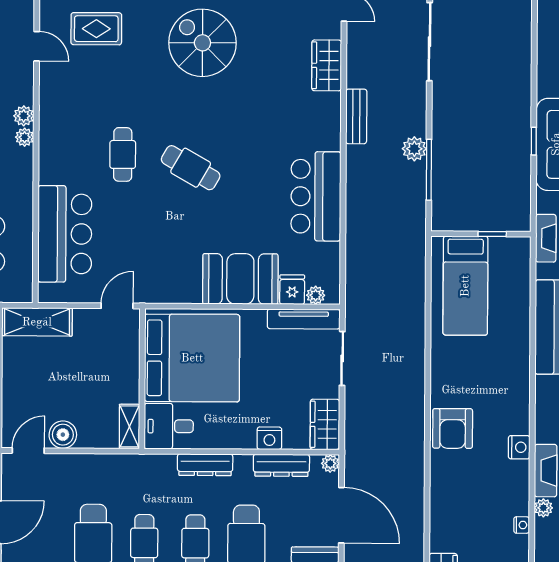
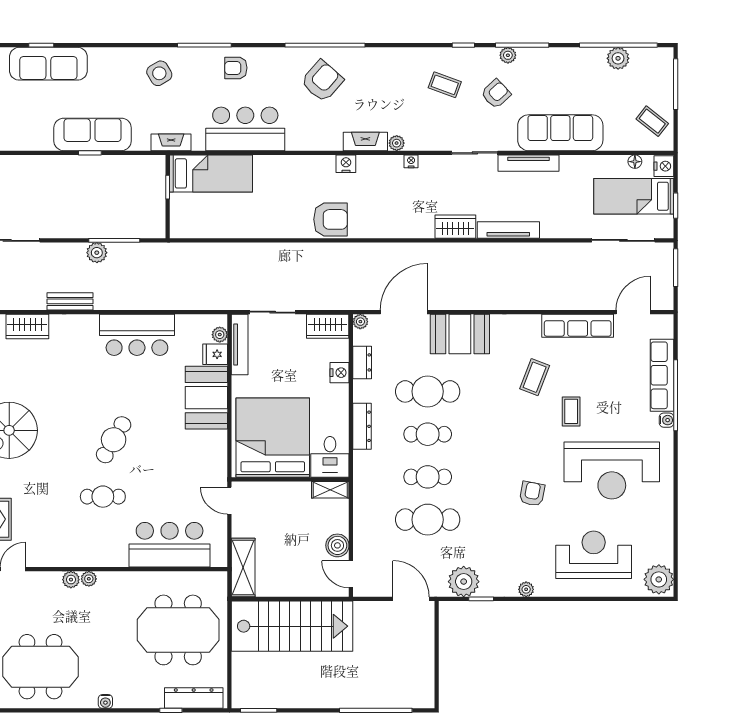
bed: (465, 286) -> (211, 173), moved
dresser: (281, 465) -> (362, 362), width x0.70

